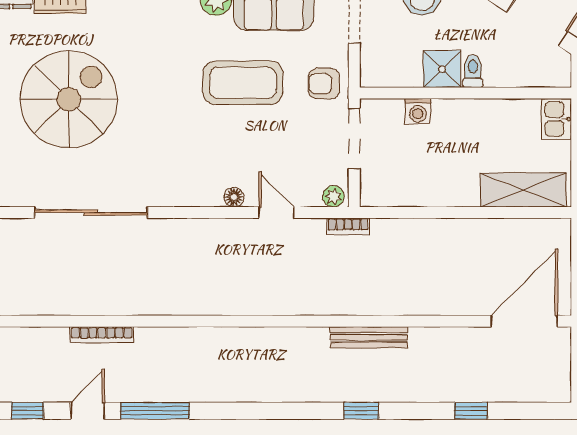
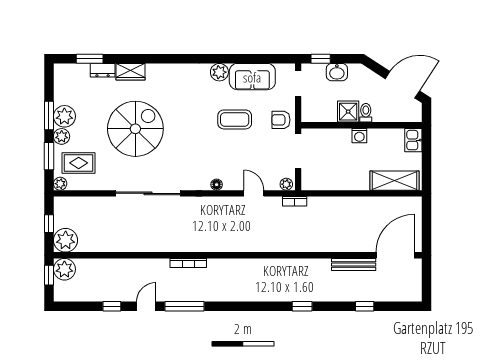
coffee table: (243, 83) -> (235, 119), width x0.73, depth x0.76
washing machine: (418, 111) -> (359, 136), moved
floor lamp: (234, 197) -> (217, 185), moved
bookcase: (102, 335) -> (188, 263), moved
bench: (369, 337) -> (354, 265), moved

